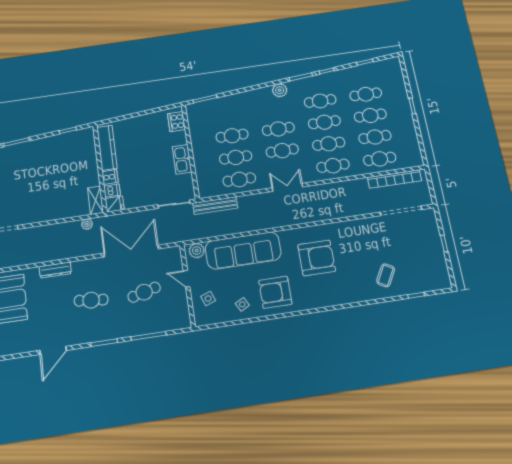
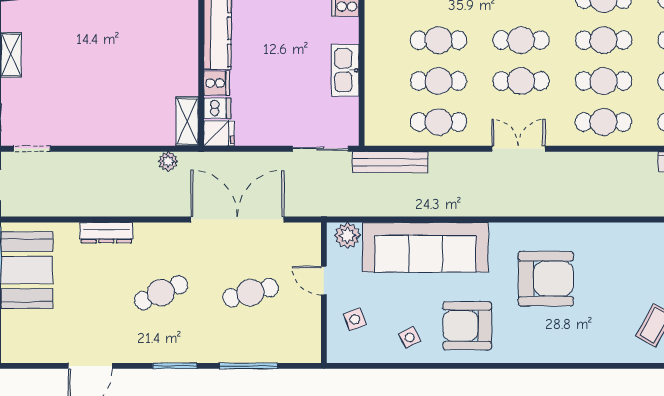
cafe table: (91, 300) -> (161, 293), turned -30

